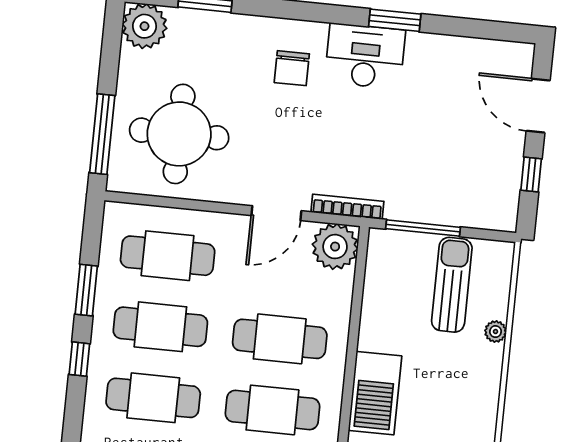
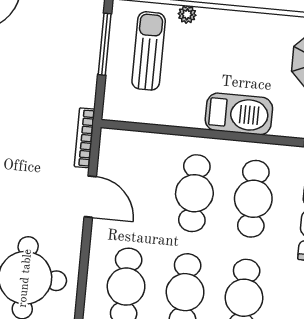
window: (423, 228) -> (105, 44), moved
plant: (335, 247) -> (118, 148), removed
sun lounger: (452, 285) -> (149, 51), turned 90

